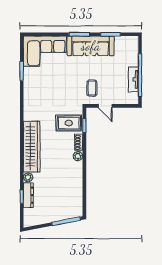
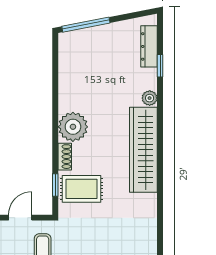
door: (105, 106) -> (20, 218), hinge flipped
plant: (78, 156) -> (73, 127), width x1.88, depth x1.88
dresser: (28, 195) -> (149, 46), moved

